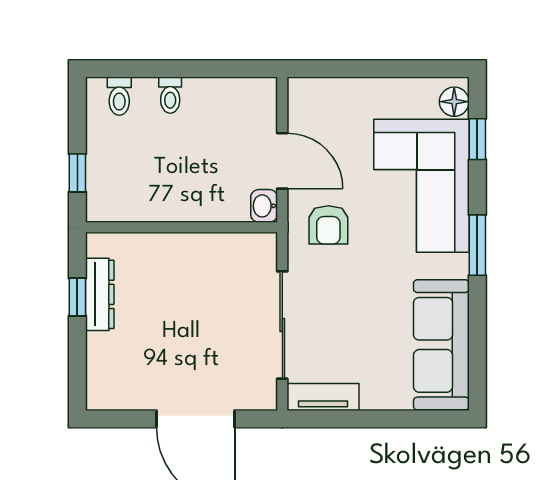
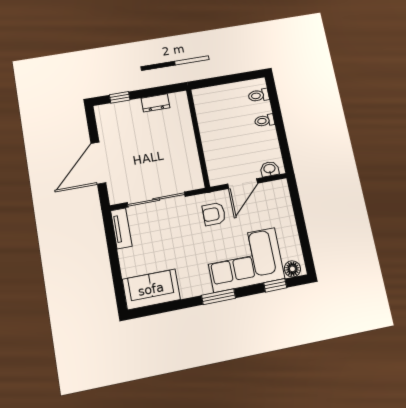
window: (77, 173) -> (216, 81), removed
washbasin: (264, 206) -> (270, 169), moved
dresser: (100, 294) -> (155, 103), width x0.70
window: (77, 297) -> (120, 97), moved
sofa: (441, 345) -> (151, 289), width x0.73

